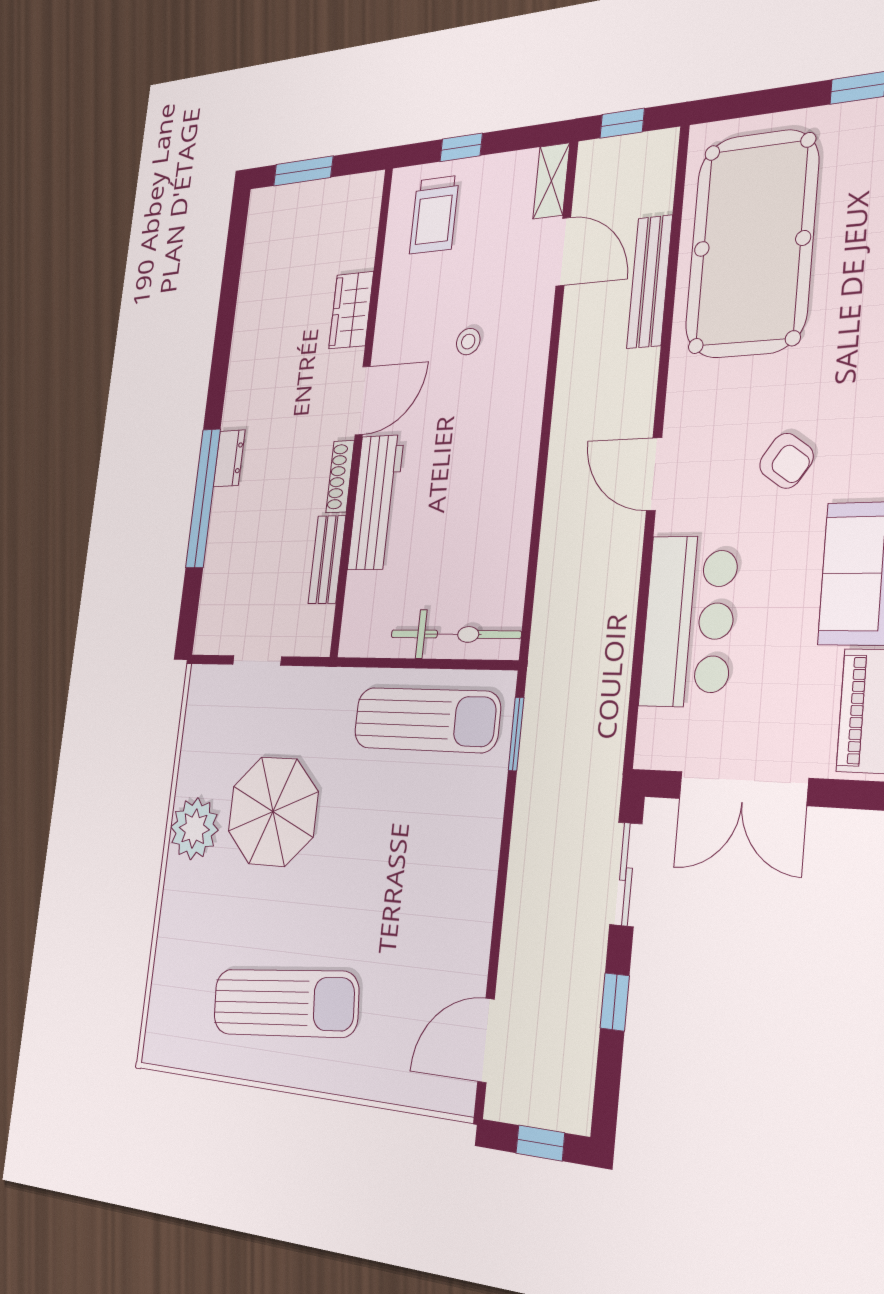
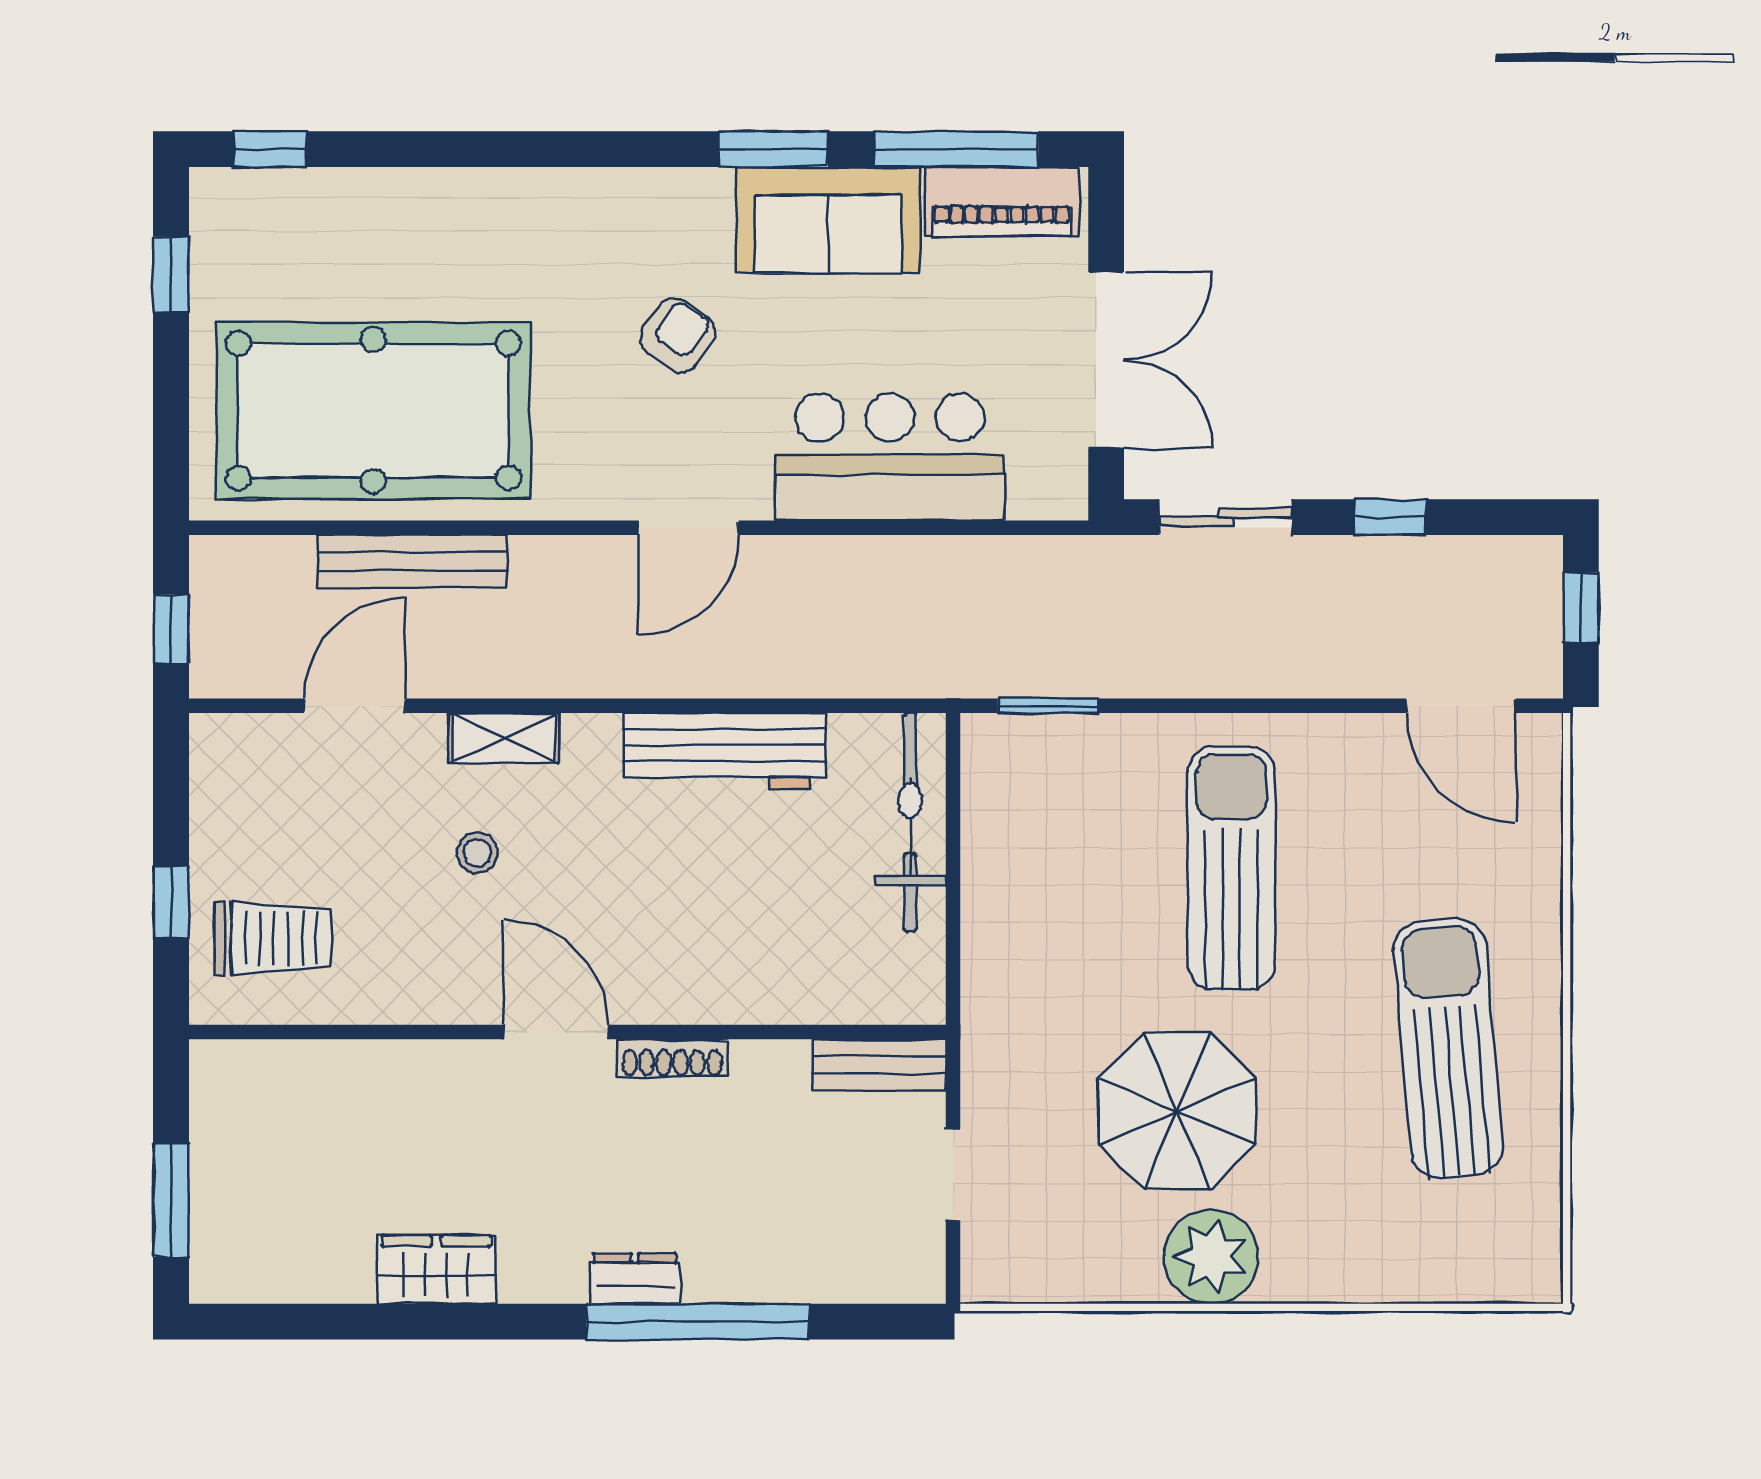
shelving: (551, 181) -> (504, 738), moved
wardrobe: (351, 310) -> (436, 1270), moved, turned 180
workbench: (376, 502) -> (725, 751), moved, turned 180
bench: (327, 559) -> (879, 1065), moved
sun lounger: (426, 720) -> (1231, 868), moved

